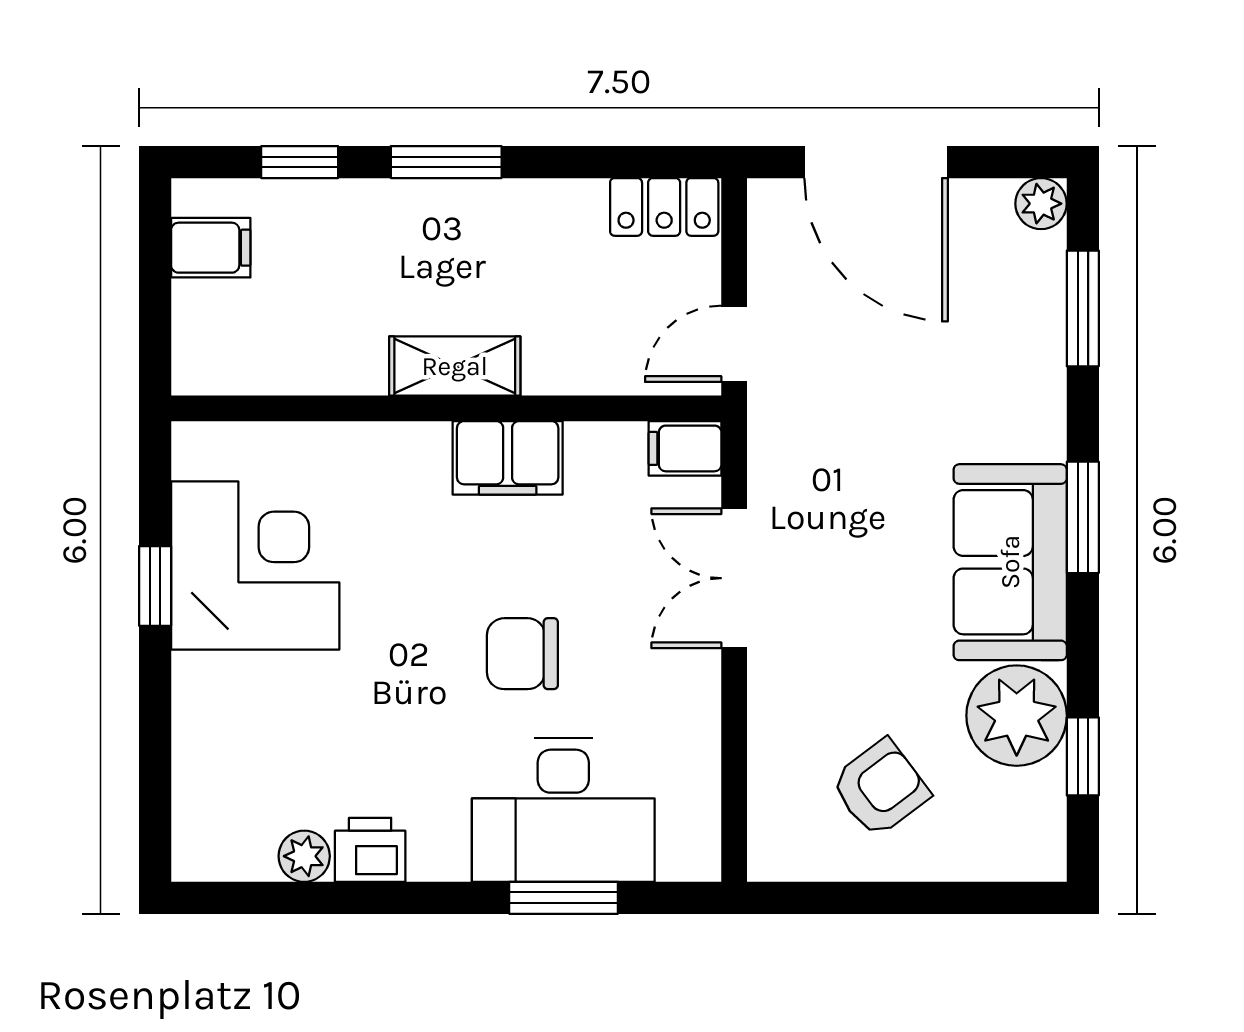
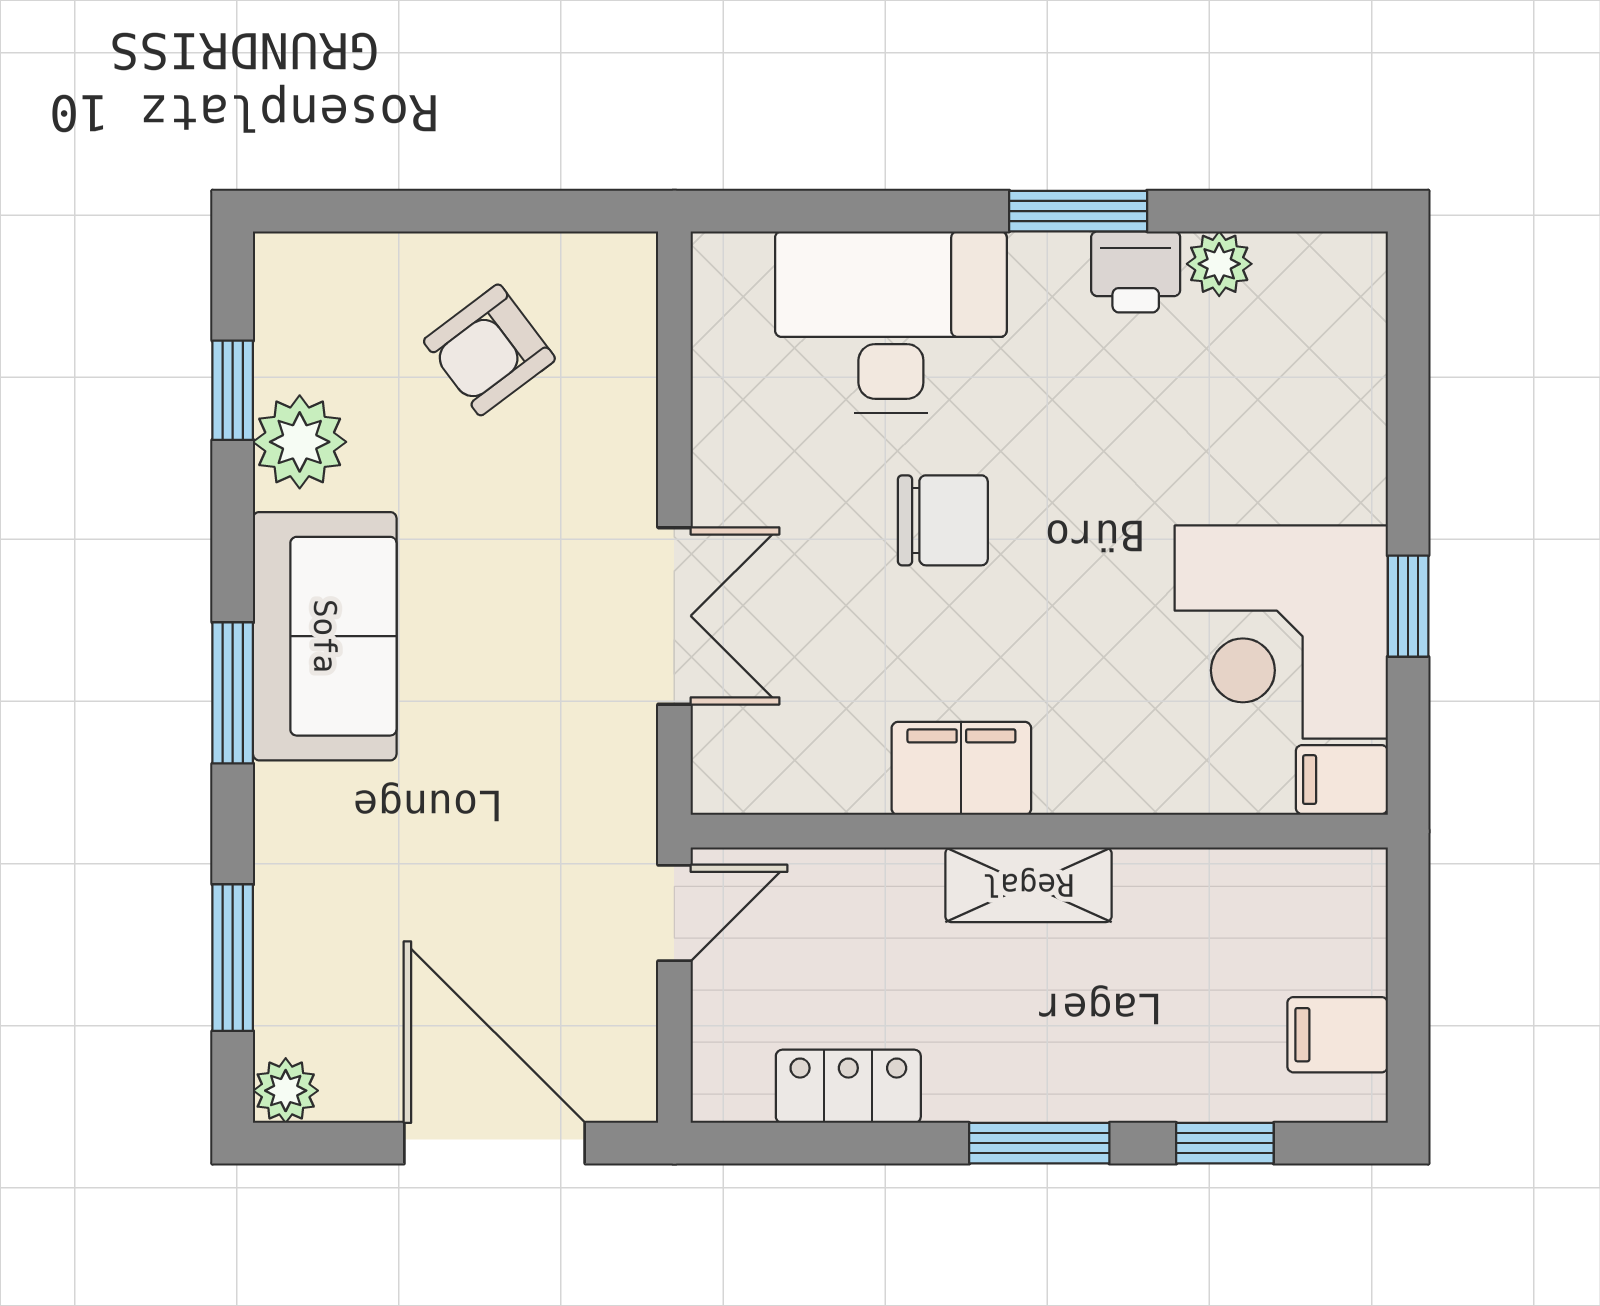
locker: (664, 207) -> (848, 1086), moved
filing cabinet: (685, 448) -> (1342, 780), moved, turned 180
plant: (1017, 716) -> (300, 442), width x0.73, depth x0.73
window: (564, 898) -> (1078, 211), moved

